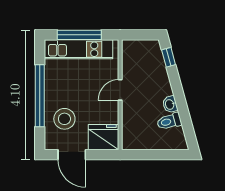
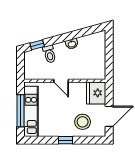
window: (40, 96) -> (66, 140), width x0.32
toilet: (169, 121) -> (49, 54), moved

